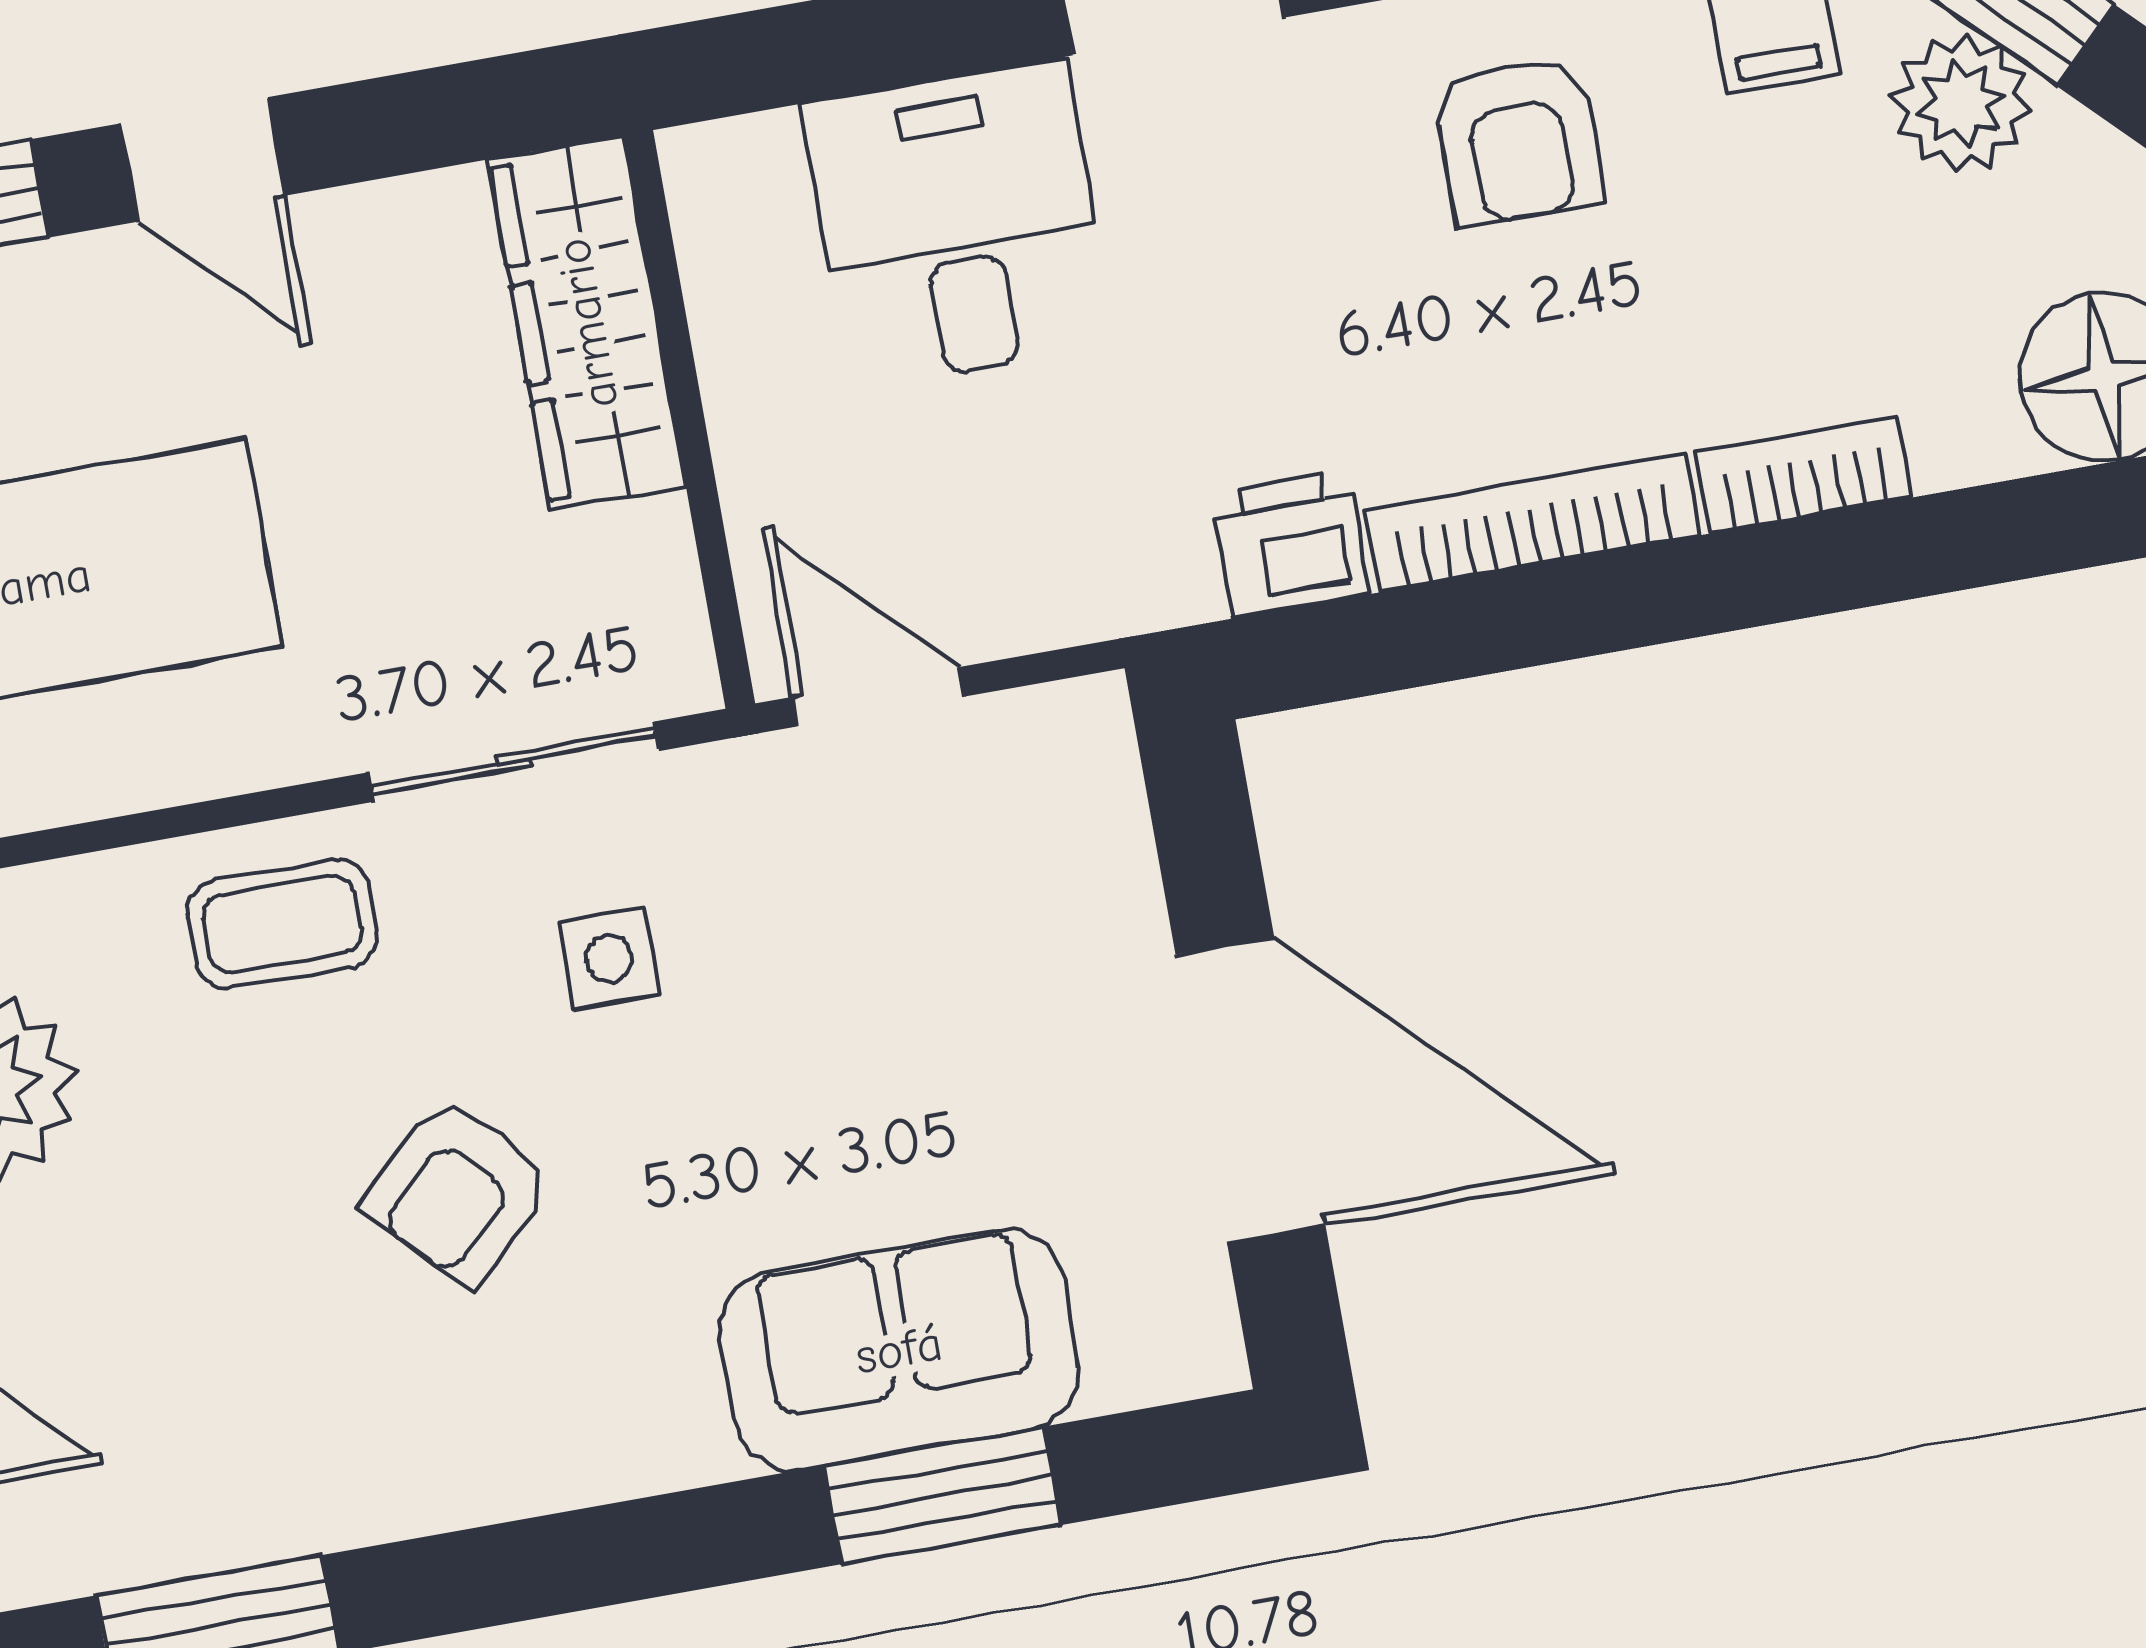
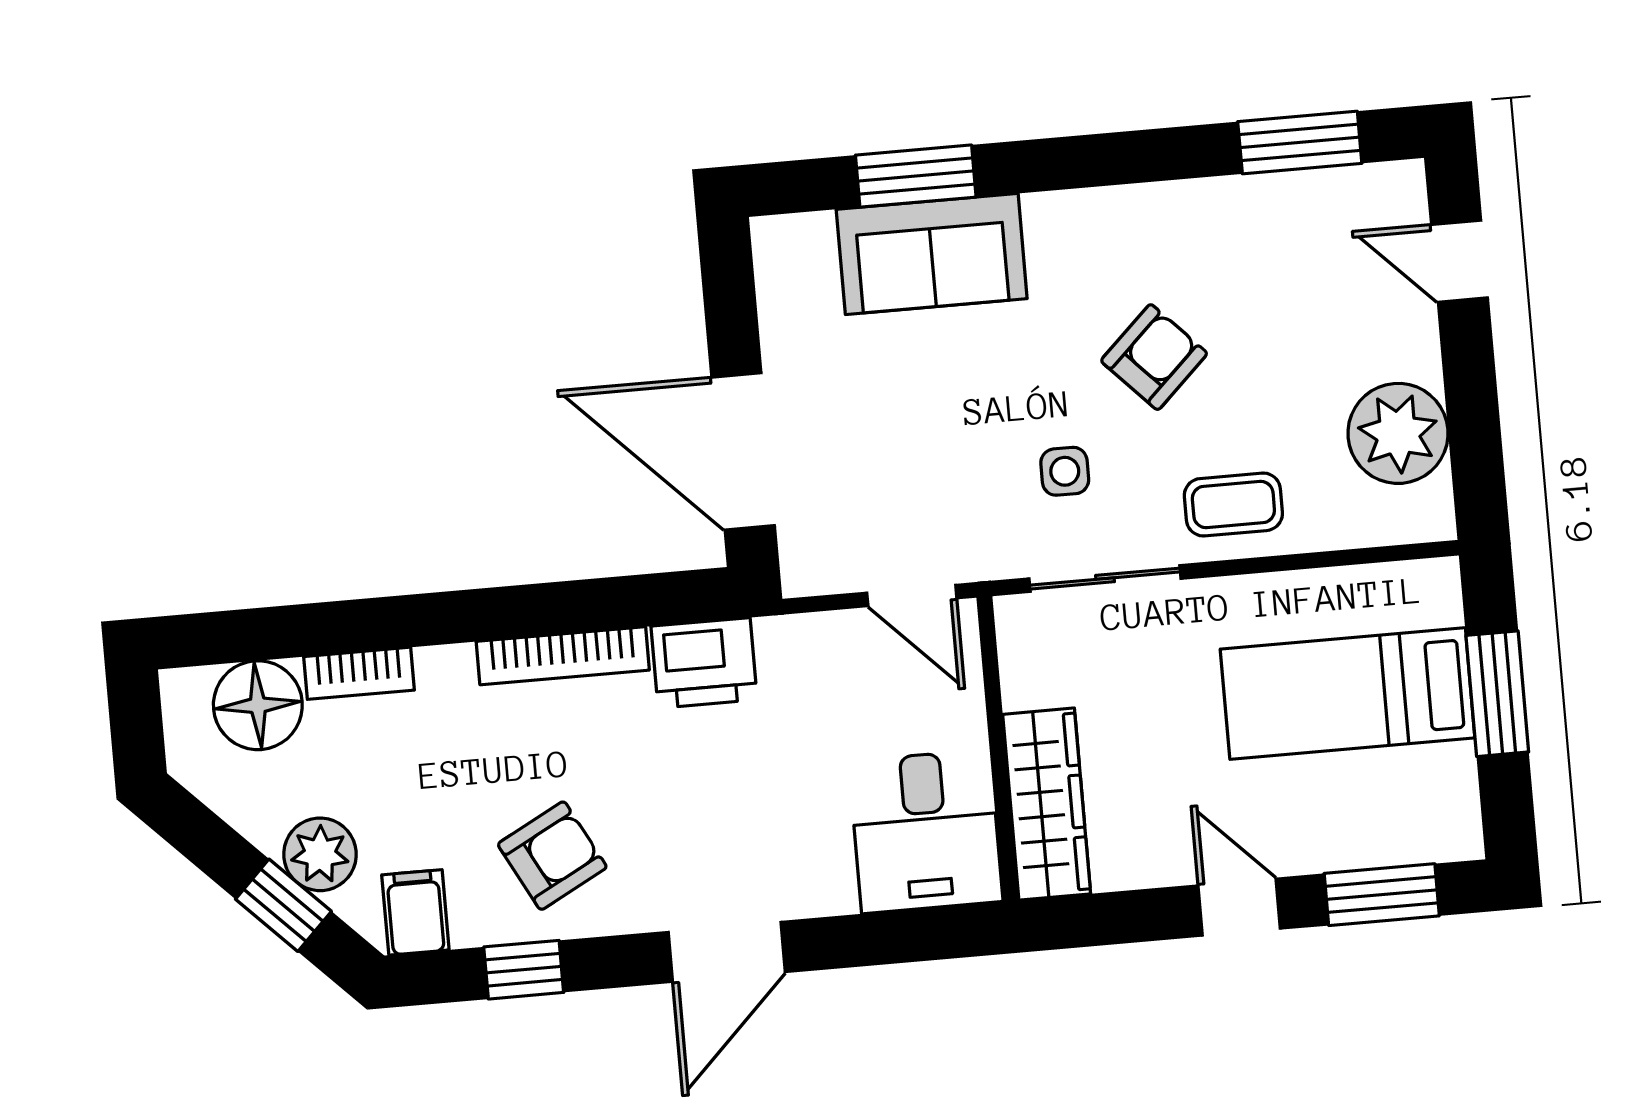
armchair: (1519, 141) -> (552, 856), turned 62
desk: (958, 224) -> (926, 831), moved
bookcase: (1804, 475) -> (359, 673), moved
printer: (1290, 544) -> (704, 663), width x1.36, depth x1.24
door: (1251, 1090) -> (743, 451), moved

